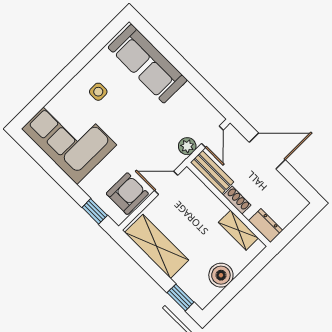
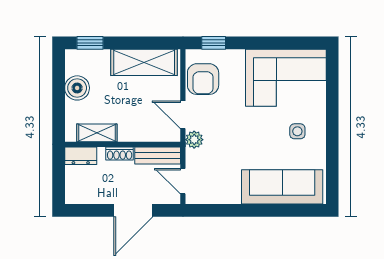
plant: (187, 146) -> (194, 140), moved
door: (166, 183) -> (183, 115), swing flipped

